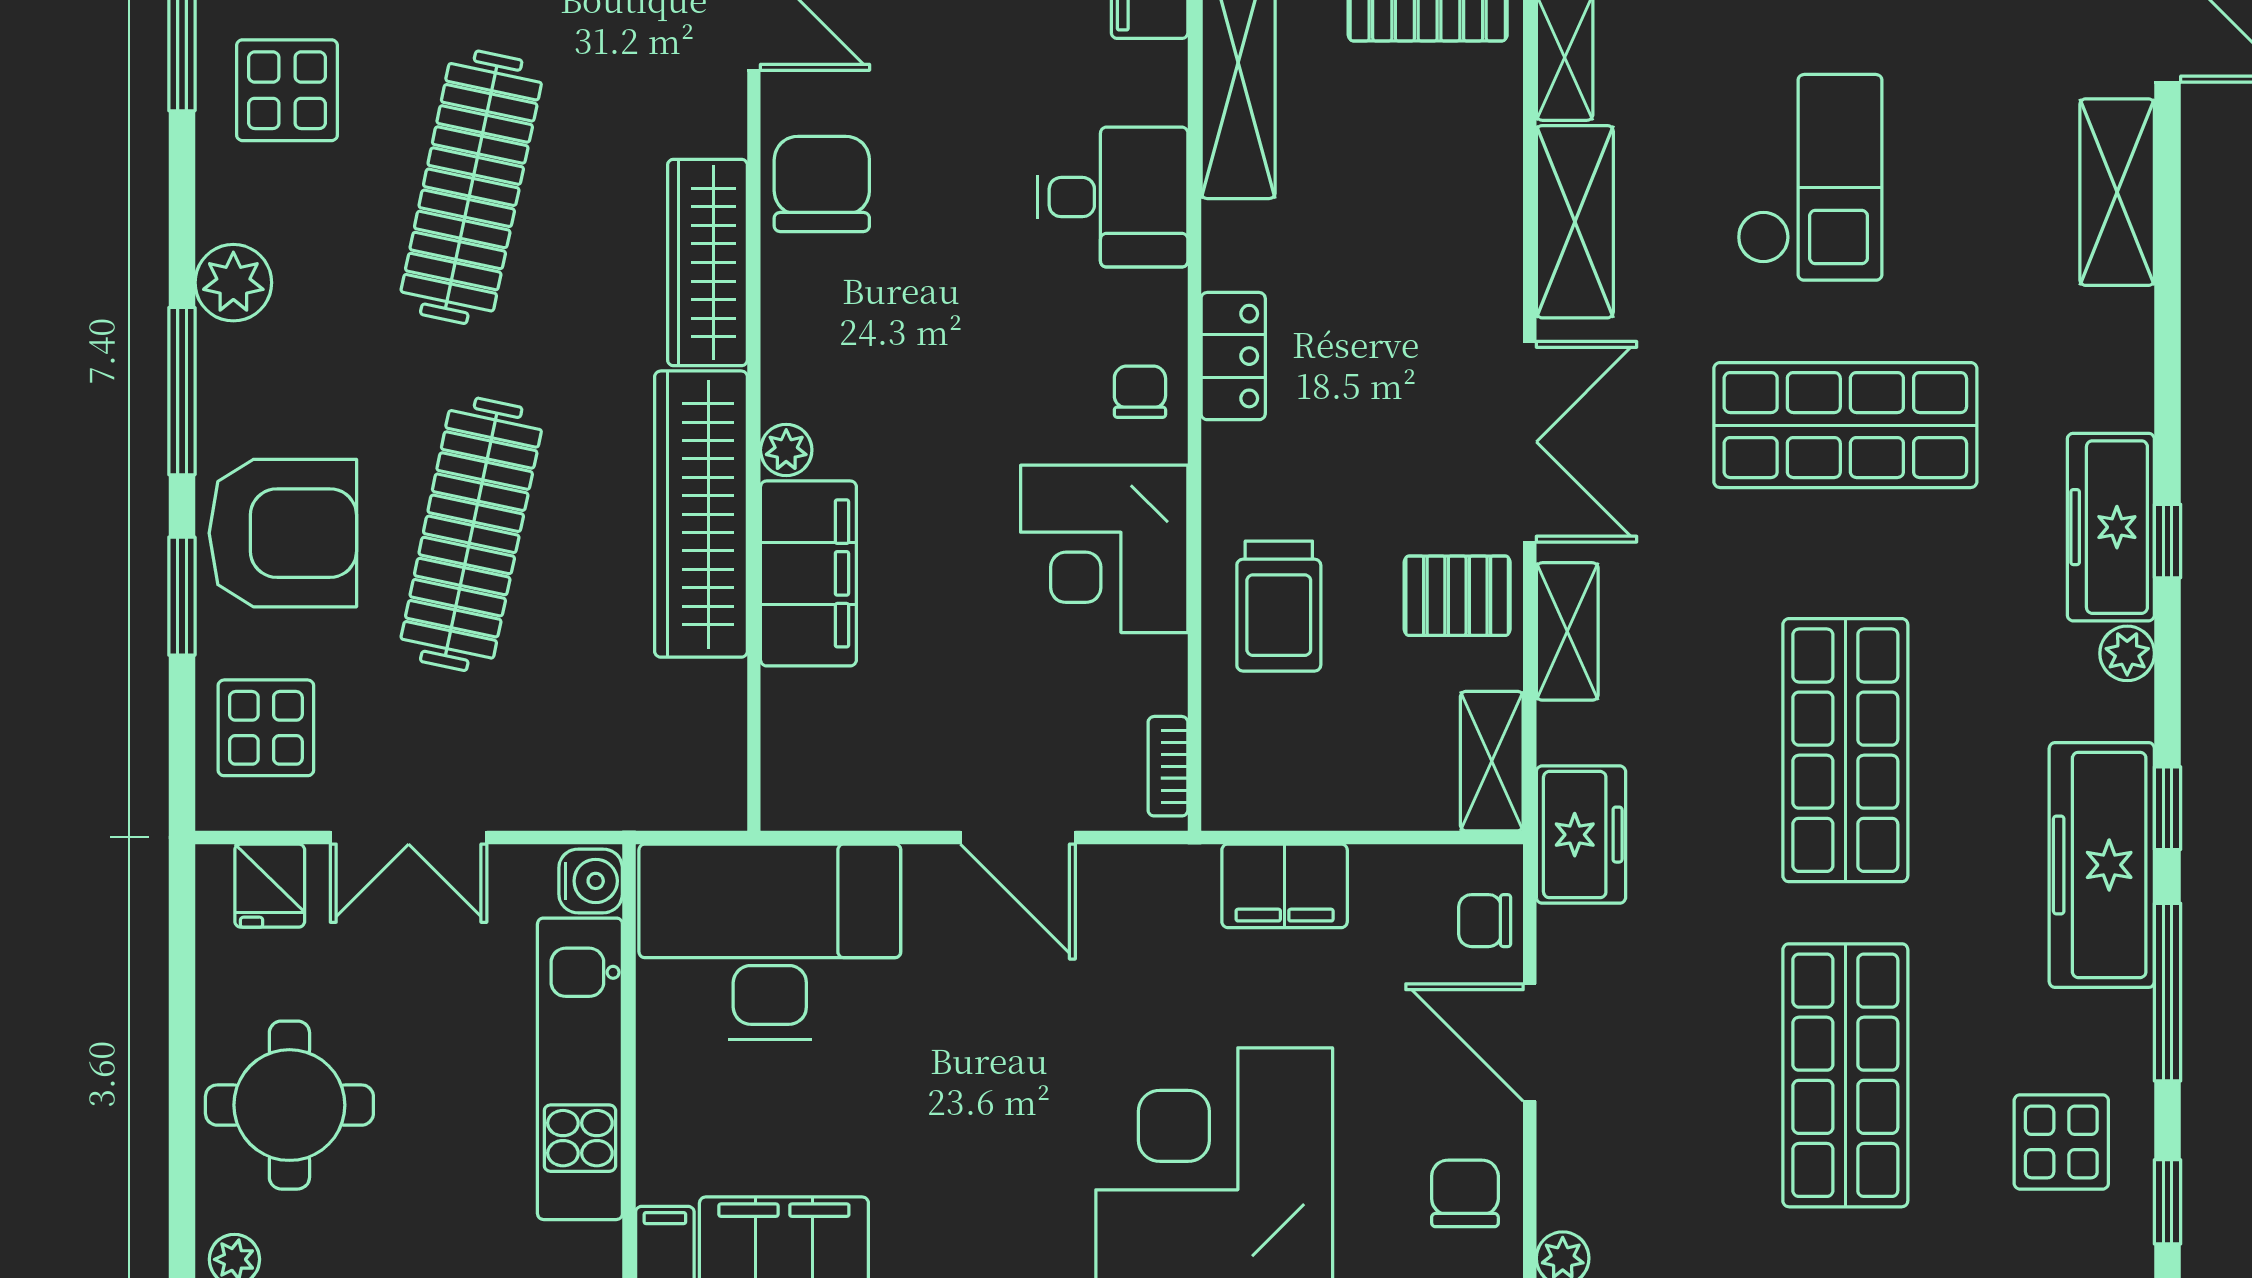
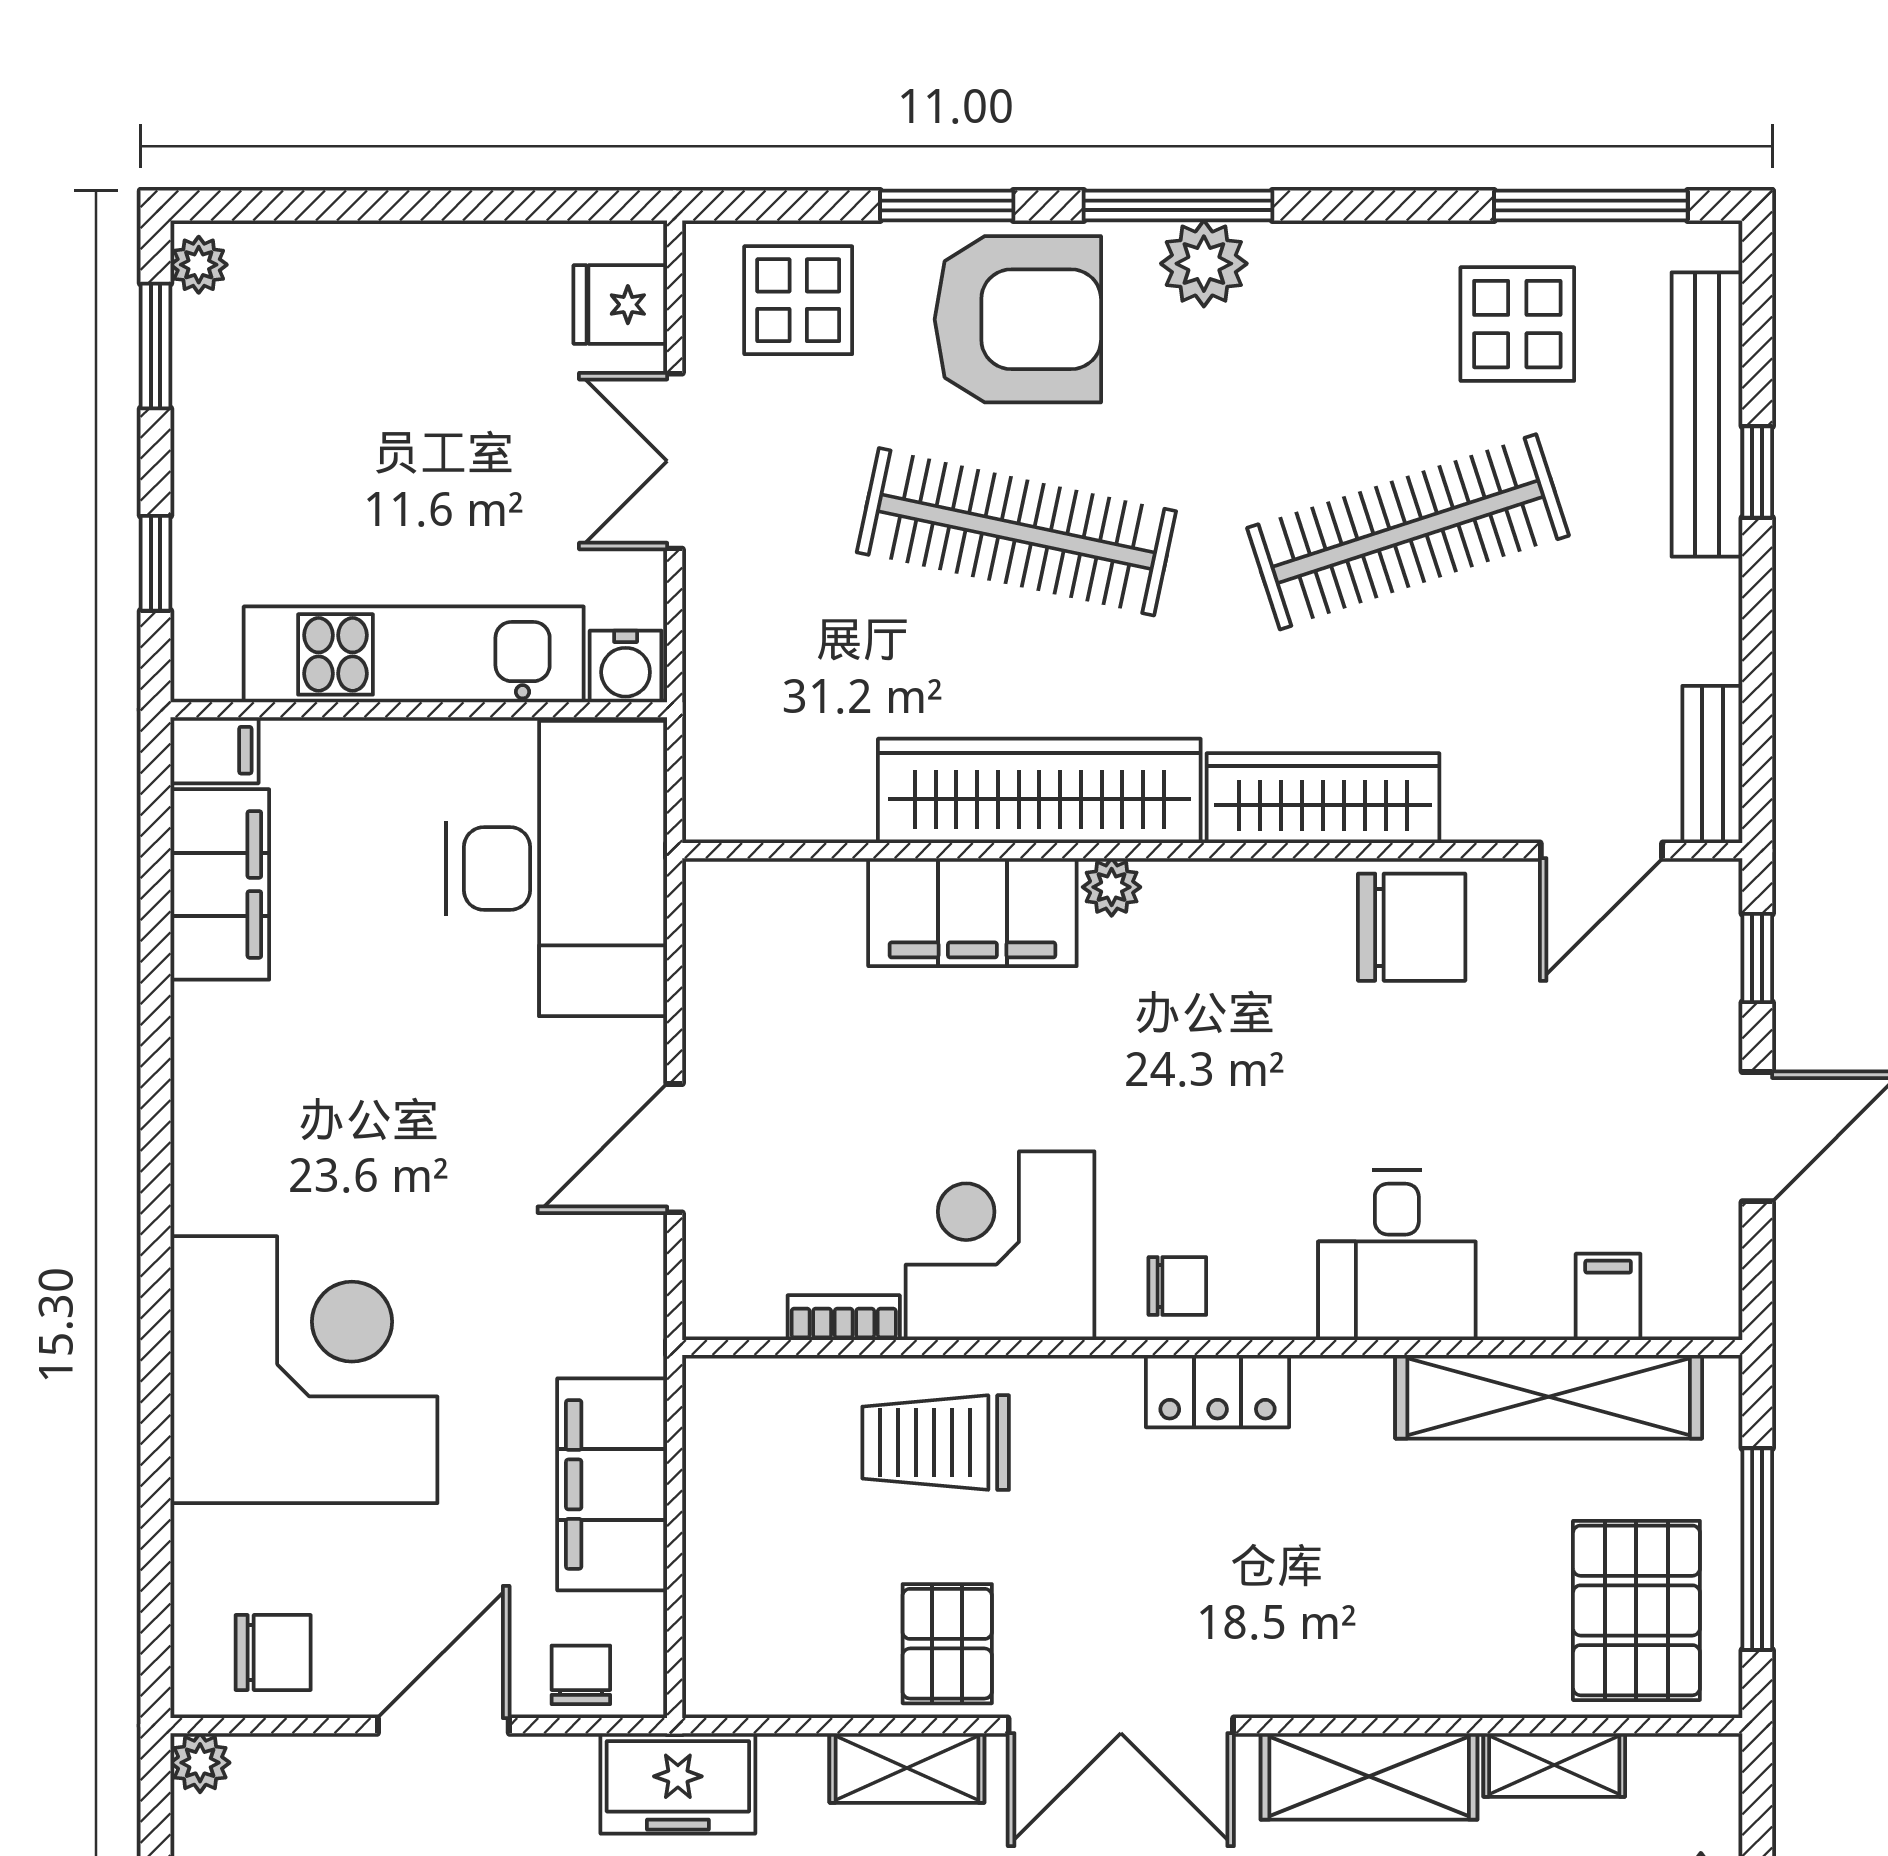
clothes rail: (471, 187) -> (1408, 532), turned -30
plant: (233, 283) -> (1204, 264), moved
armchair: (283, 533) -> (1018, 319), turned -90
shelving: (1492, 761) -> (761, 1683), removed
bookcase: (1168, 766) -> (844, 1318), moved
filing cabinet: (1285, 886) -> (612, 1484), width x1.50, depth x1.17
round table: (289, 1105) -> (373, 327), removed

